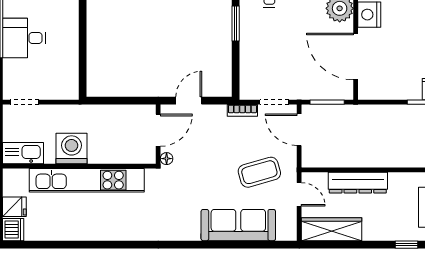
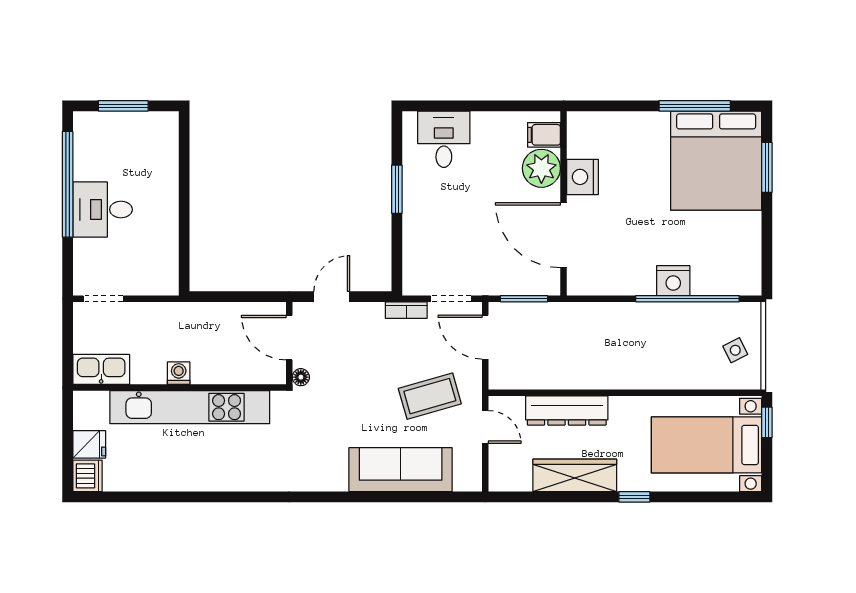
door: (158, 130) -> (289, 338), swing flipped
washing machine: (72, 149) -> (179, 373), width x0.53, depth x0.53
wardrobe: (331, 229) -> (575, 475), moved

